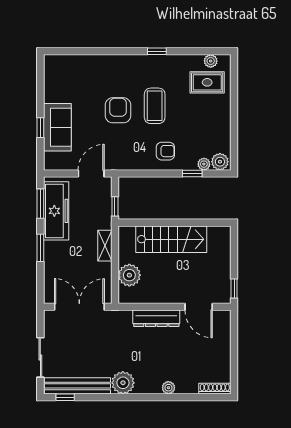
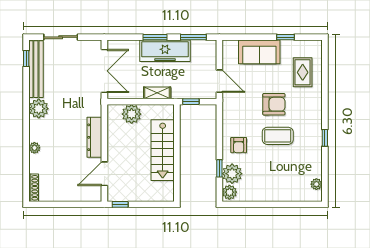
rug: (207, 82) -> (303, 72), moved
window: (40, 128) -> (285, 37), moved
plant: (204, 164) -> (232, 174), width x1.88, depth x1.88
freezer: (56, 211) -> (165, 51), moved

